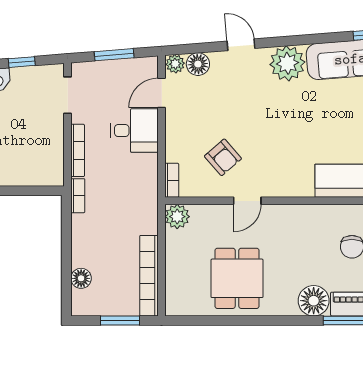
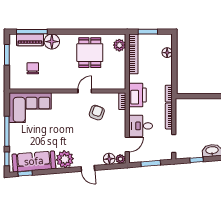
armchair: (223, 157) -> (97, 113), turned 61
printer: (141, 193) -> (137, 95), added
plant: (177, 217) -> (119, 45), moved

